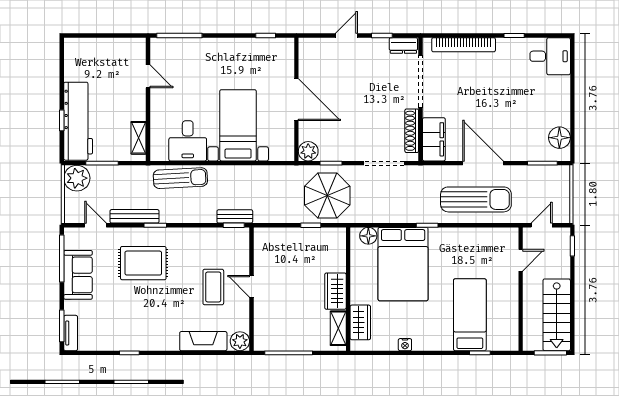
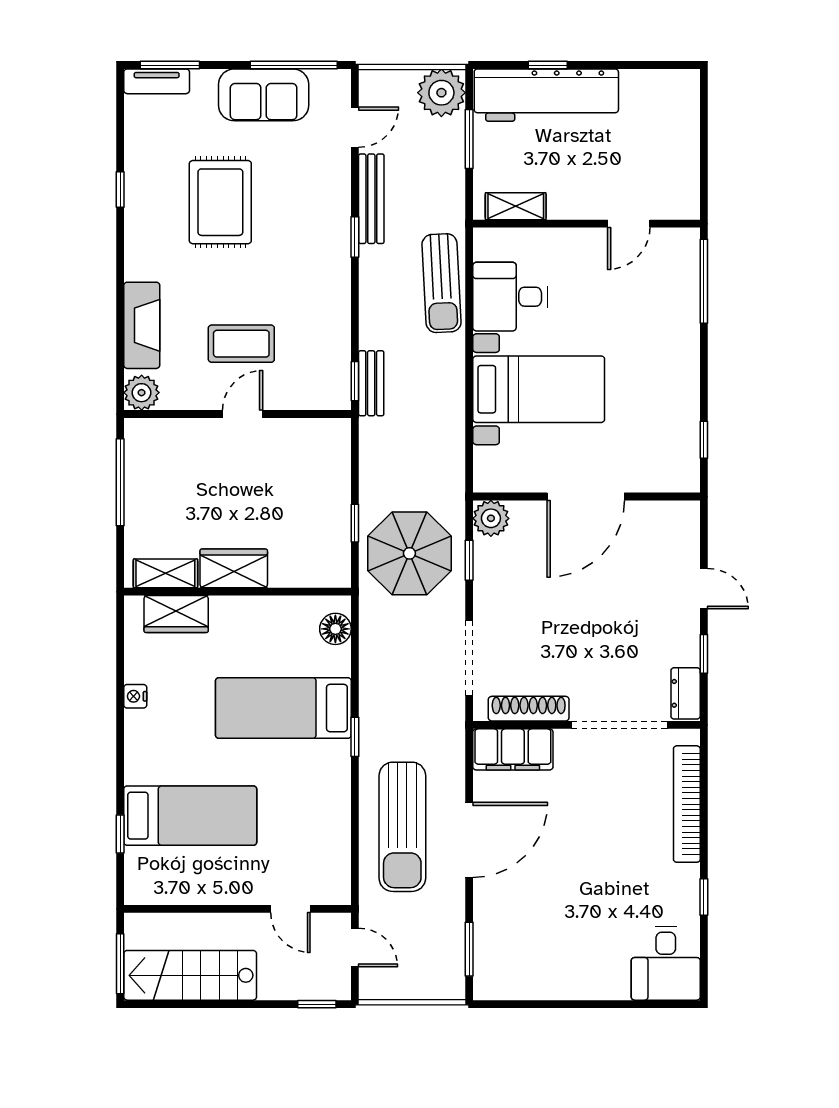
floor lamp: (559, 138) -> (516, 980), removed
rug: (143, 263) -> (220, 202), moved
bed: (403, 264) -> (283, 708), width x0.67

